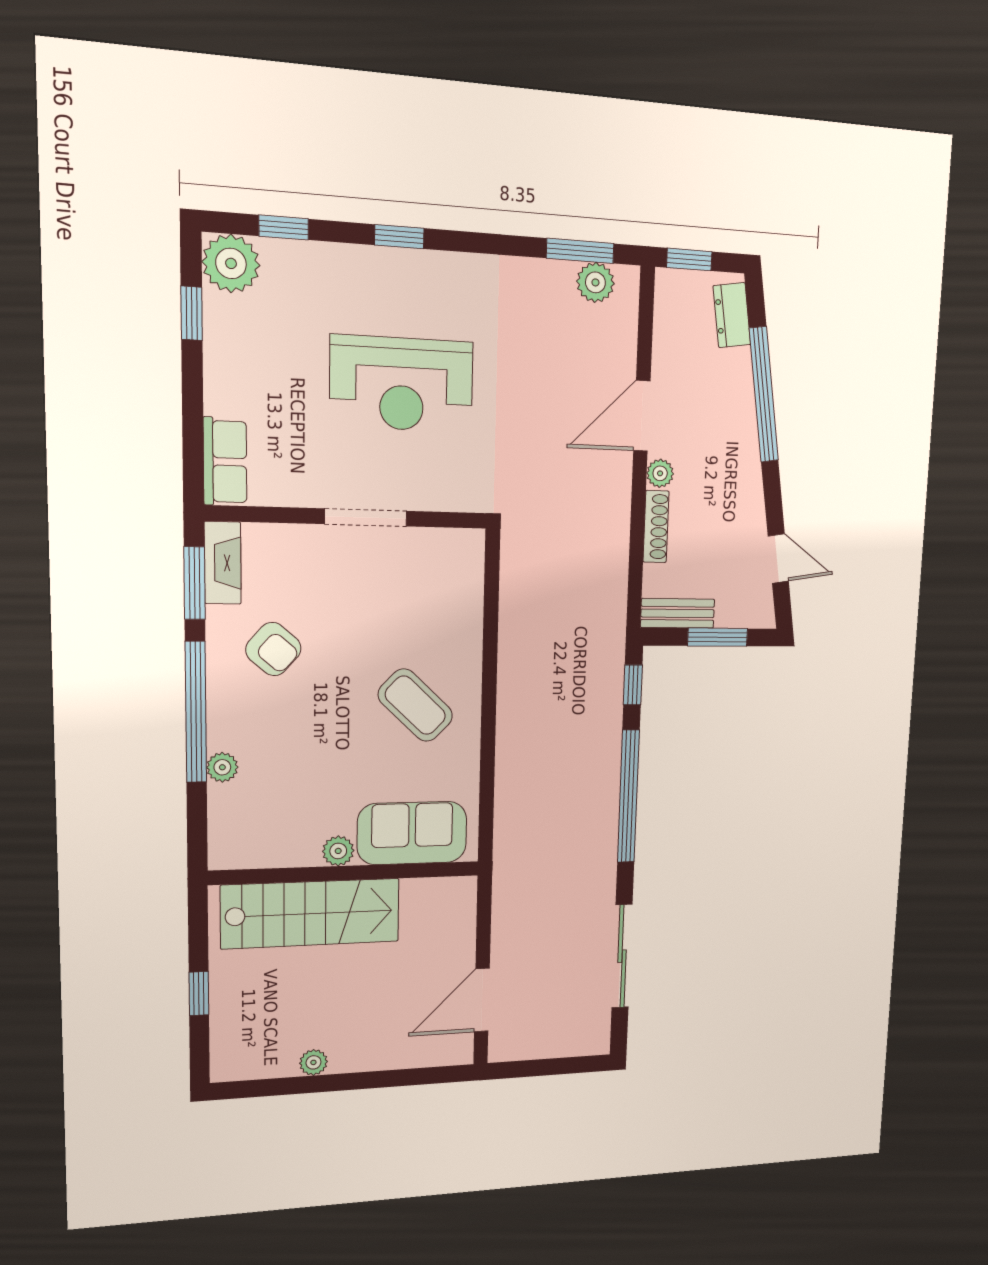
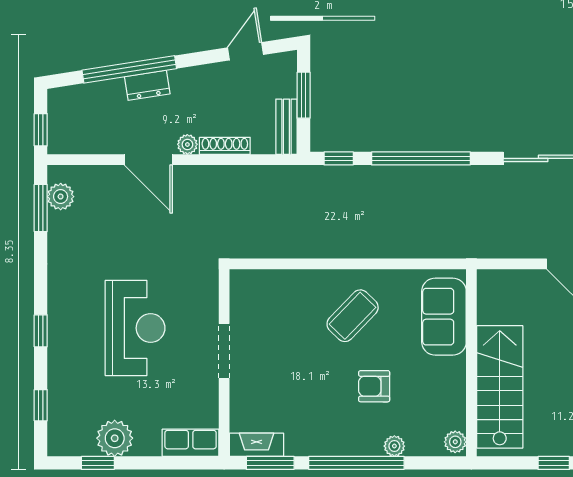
plant: (231, 263) -> (115, 438), moved
dresser: (732, 315) -> (147, 85), moved
armchair: (273, 649) -> (374, 386), moved, turned -131
plant: (338, 851) -> (455, 442), moved

